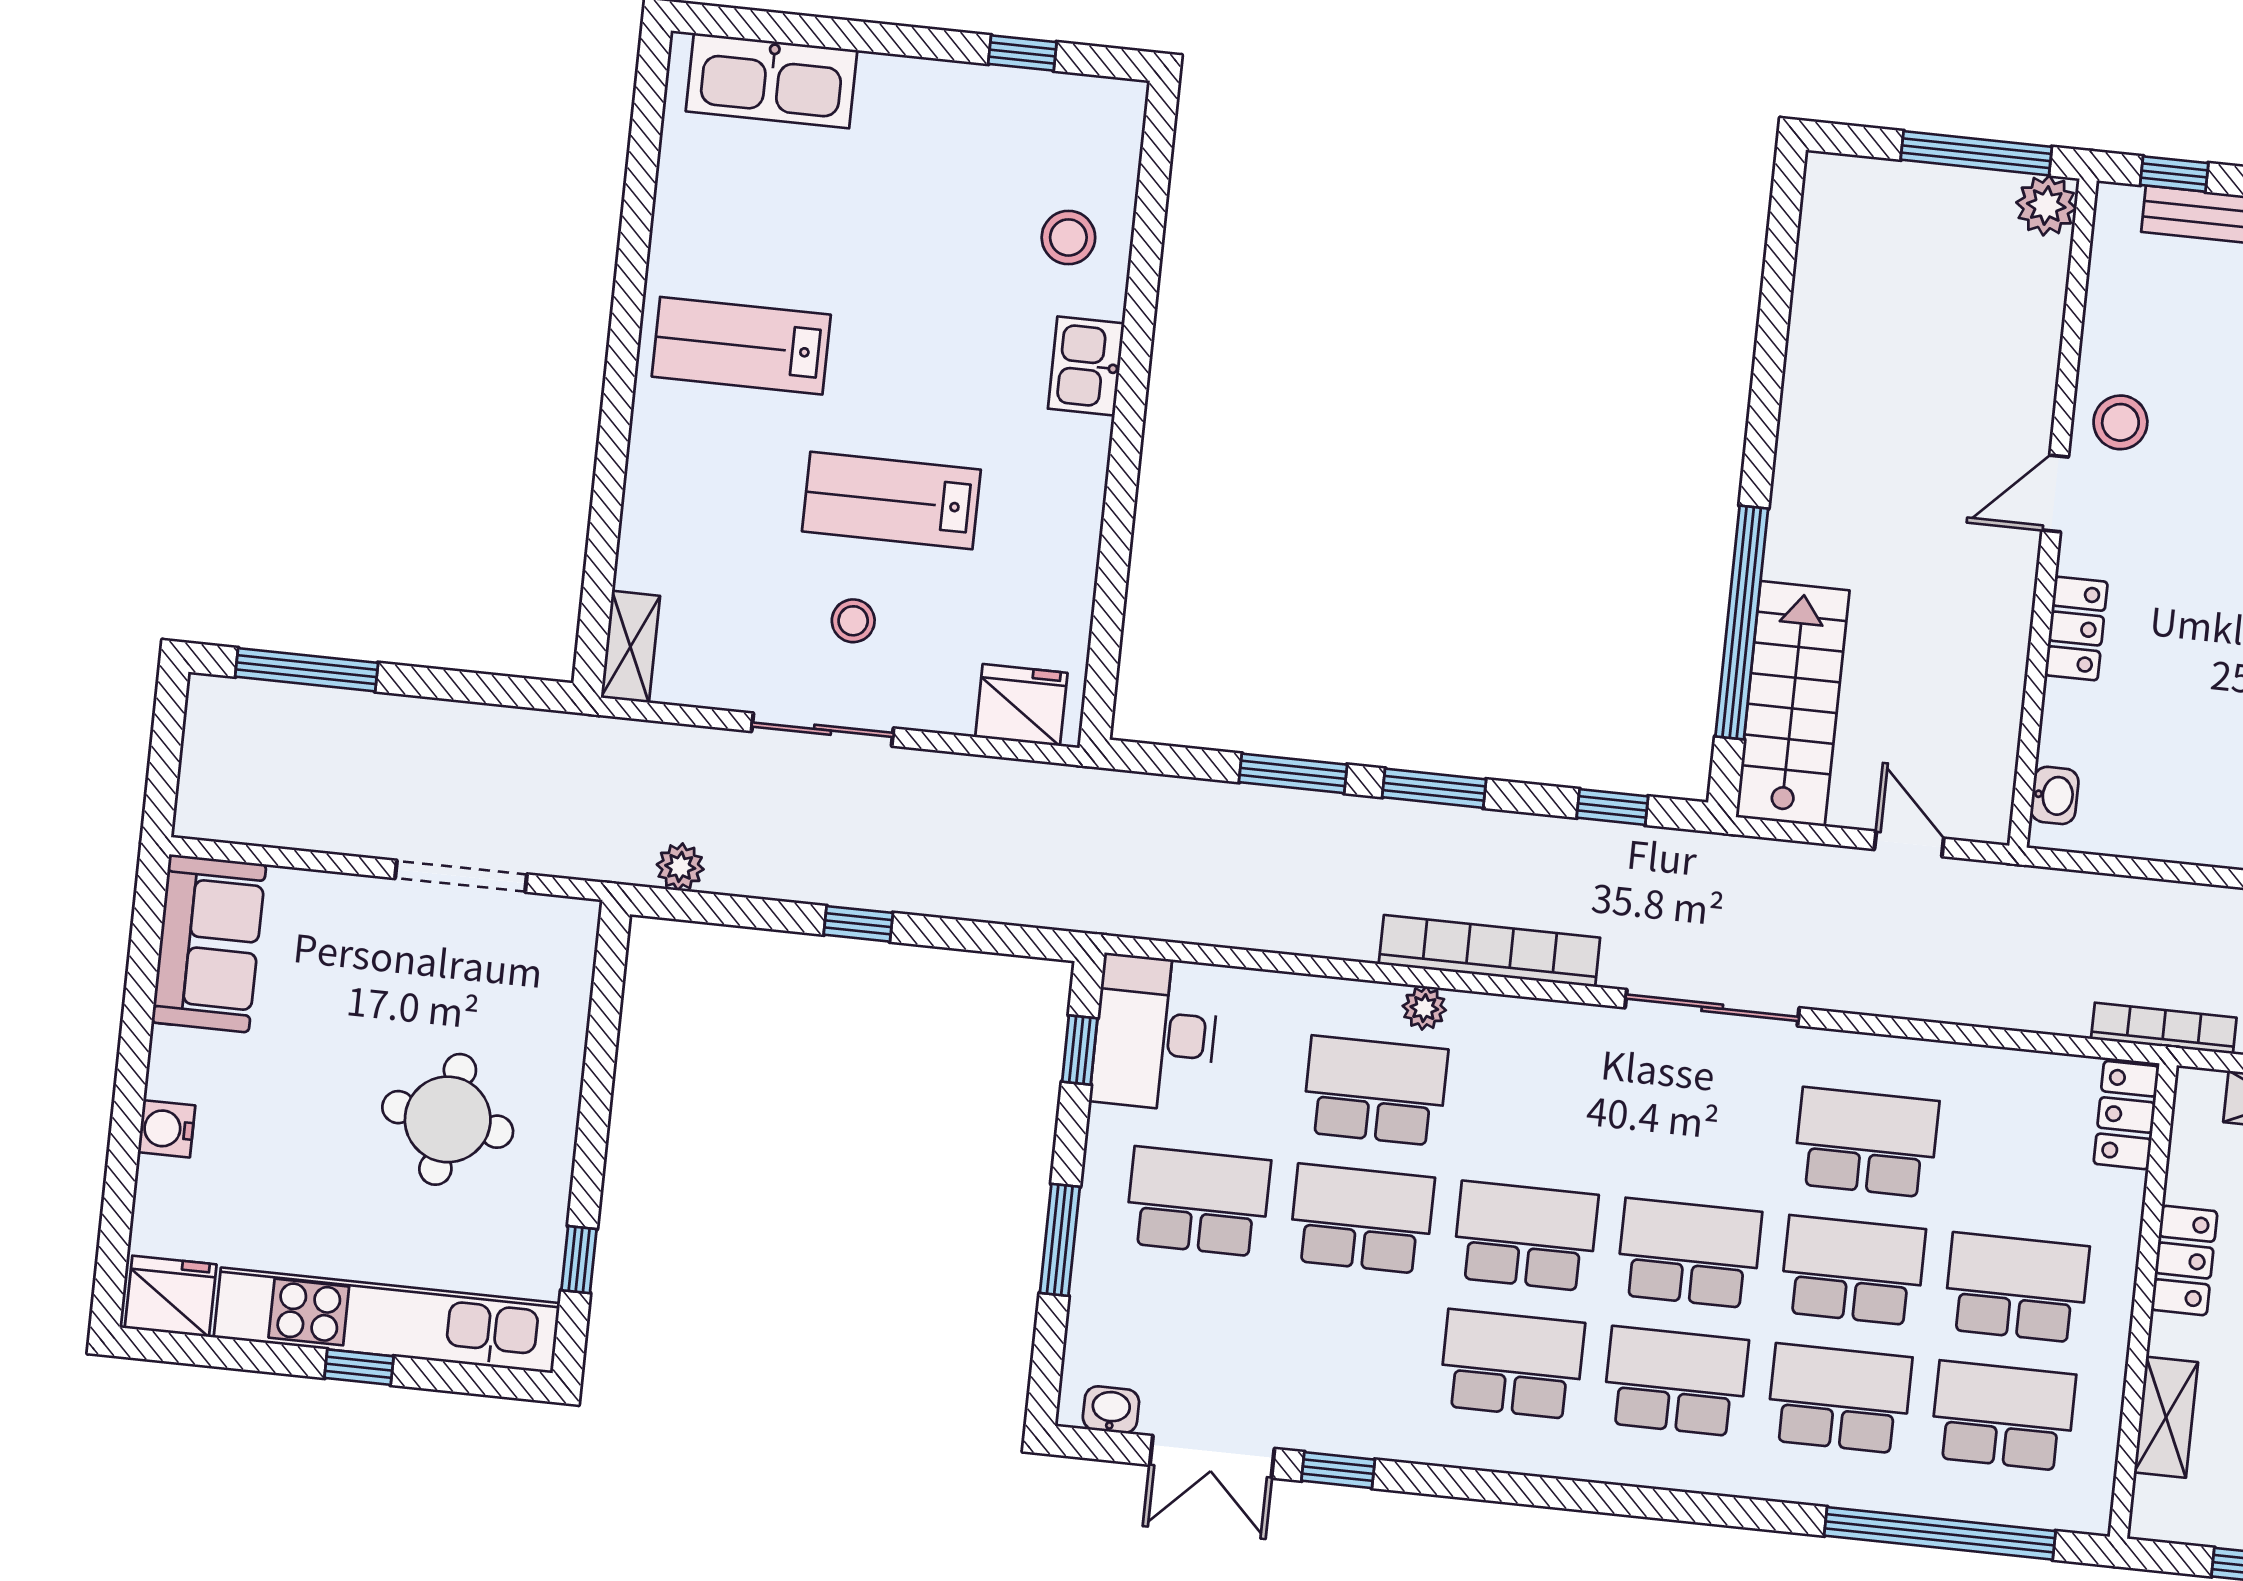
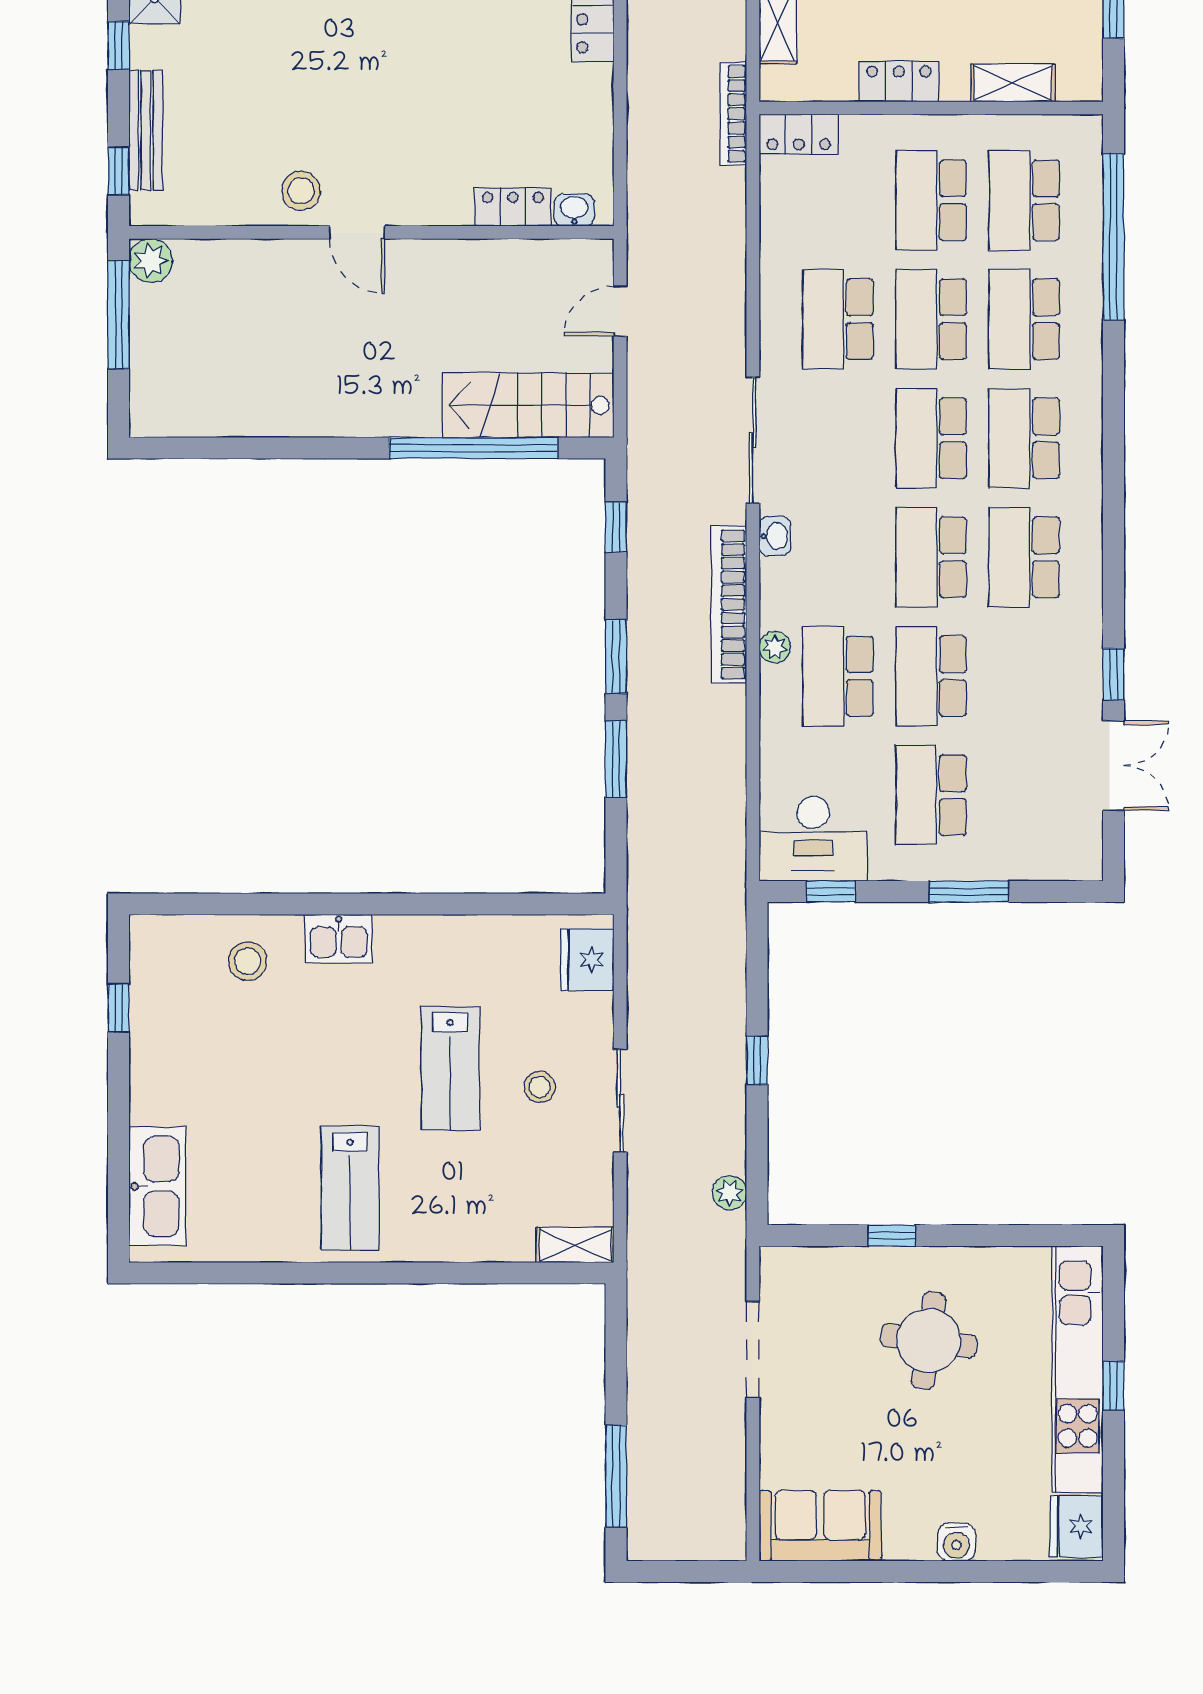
locker: (2076, 628) -> (513, 207), moved
window: (579, 1260) -> (892, 1236), moved
washbasin: (1111, 1410) -> (775, 536), moved, turned 180

